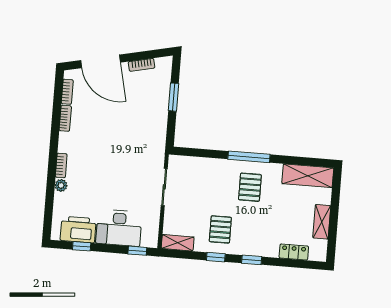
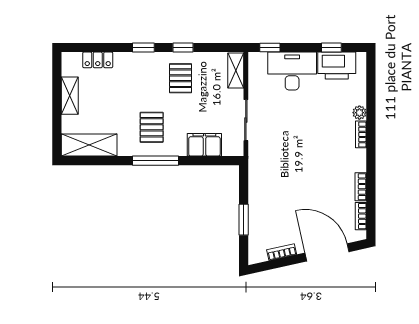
filing cabinet: (203, 168) -> (204, 145), added
shelving: (178, 243) -> (236, 70), moved, turned 90

